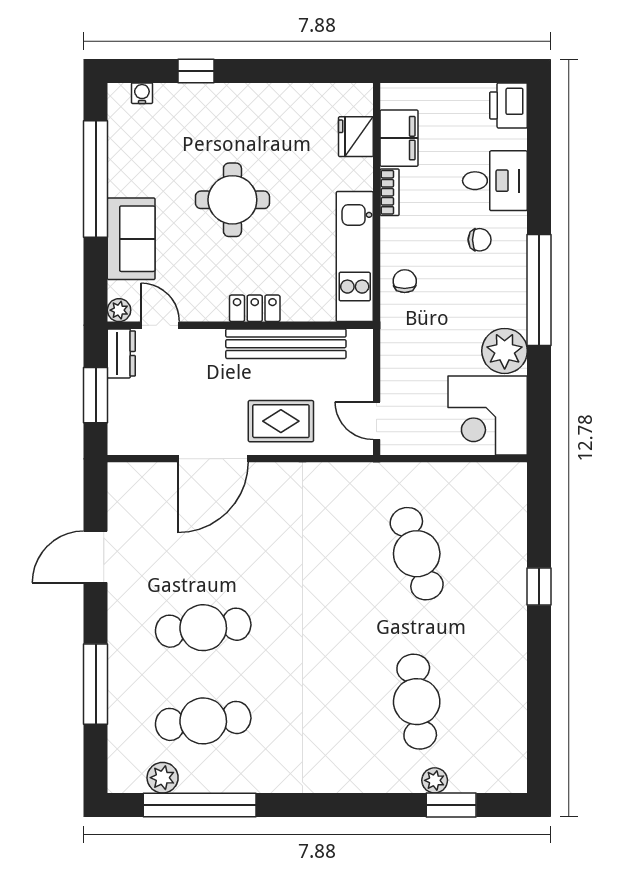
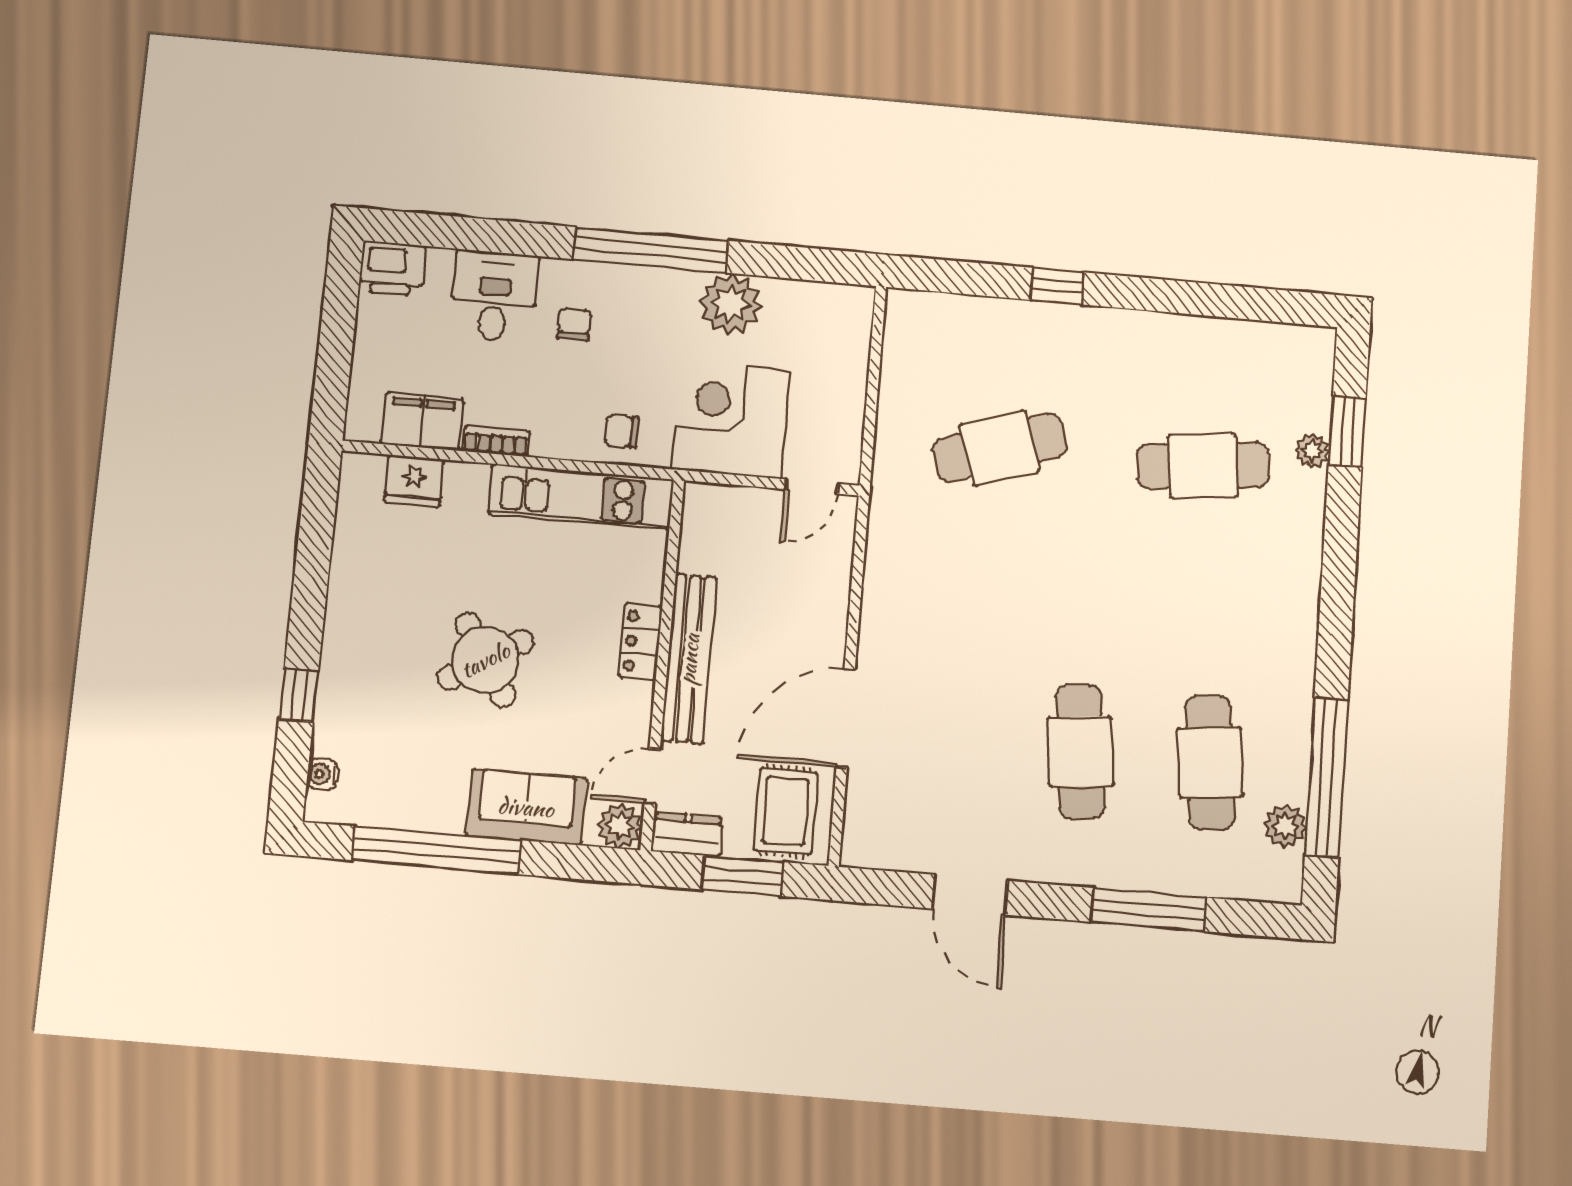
round table: (232, 200) -> (485, 660), turned -32
plant: (119, 310) -> (620, 826), width x1.38, depth x1.38
bench: (286, 344) -> (689, 659), moved
corner desk: (488, 416) -> (731, 420), moved, turned 180
rug: (281, 421) -> (786, 811), moved
door: (213, 459) -> (846, 718), swing flipped

